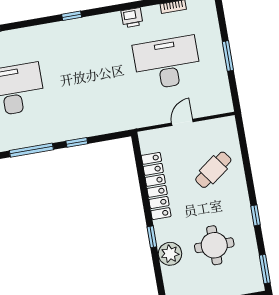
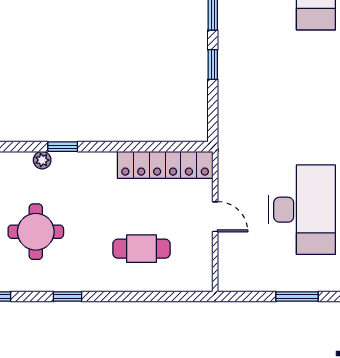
cafe table: (213, 170) -> (141, 249), turned -54
locker: (156, 186) -> (165, 165), moved
plant: (170, 254) -> (42, 160), width x0.53, depth x0.53

